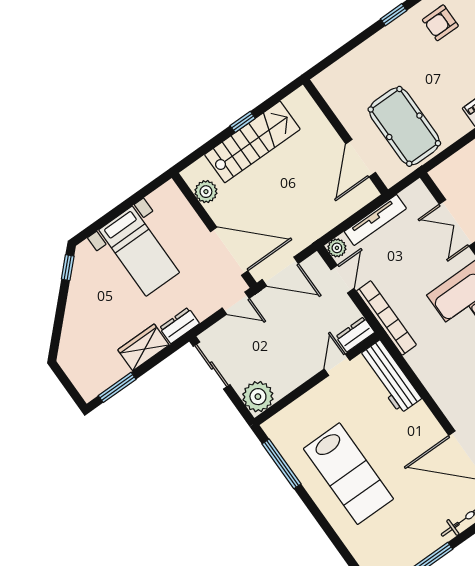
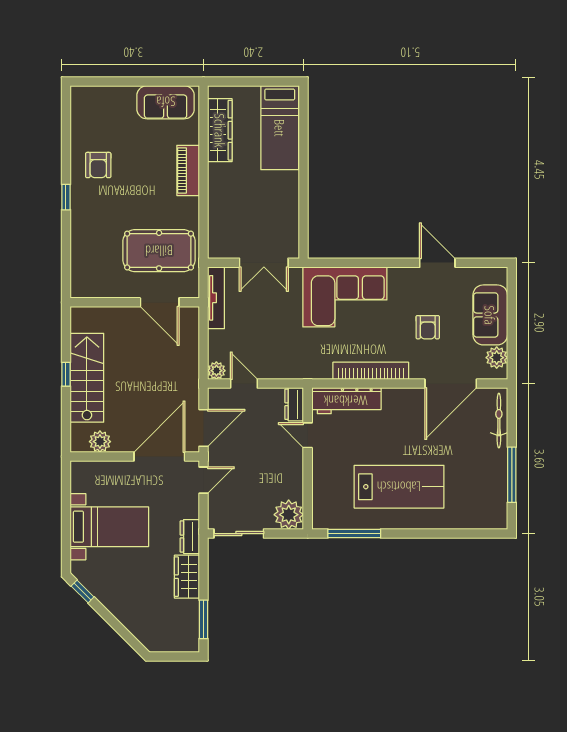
tv unit: (375, 220) -> (216, 298), moved
bookcase: (386, 318) -> (371, 371), moved

